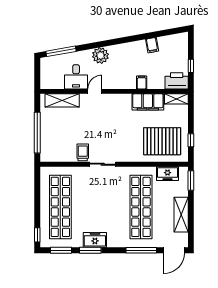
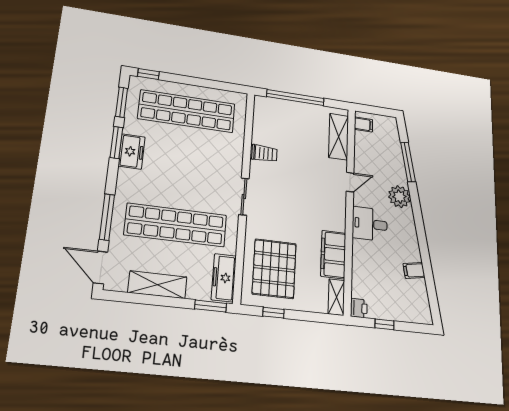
window: (61, 51) -> (408, 162), moved
desk: (76, 77) -> (370, 224), moved
printer: (177, 81) -> (359, 308), width x0.53, depth x0.68
filing cabinet: (142, 82) -> (363, 124), moved
door: (95, 91) -> (350, 182), hinge flipped
sliding door: (103, 164) -> (244, 196), moved
freezer: (168, 174) -> (224, 278), width x1.40

